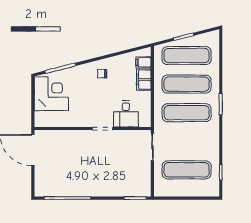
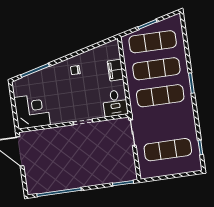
filing cabinet: (143, 62) -> (113, 54), removed
corner desk: (51, 94) -> (32, 111), moved
desk: (126, 114) -> (115, 103), moved

